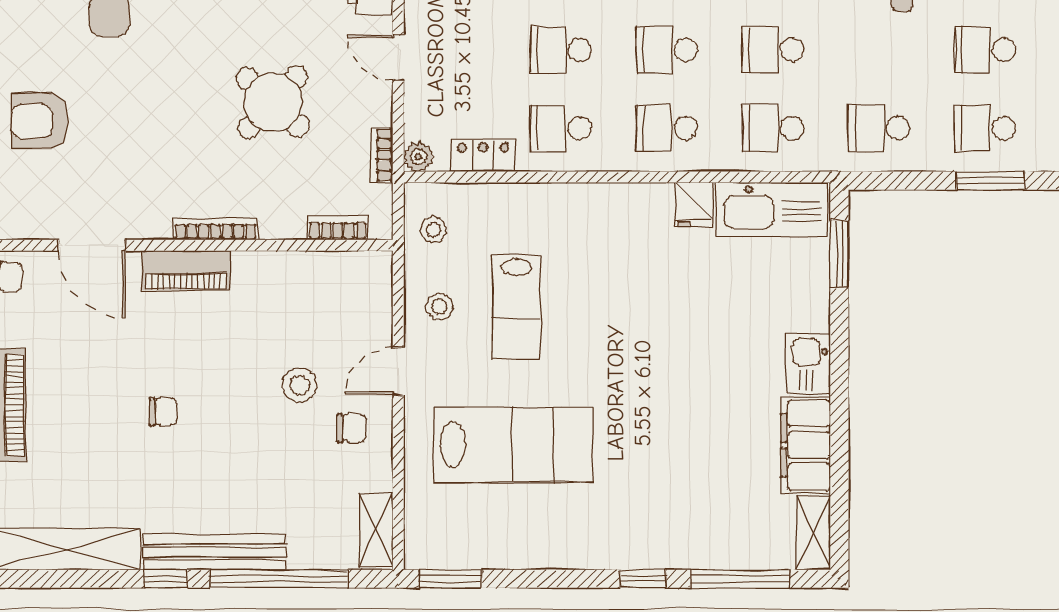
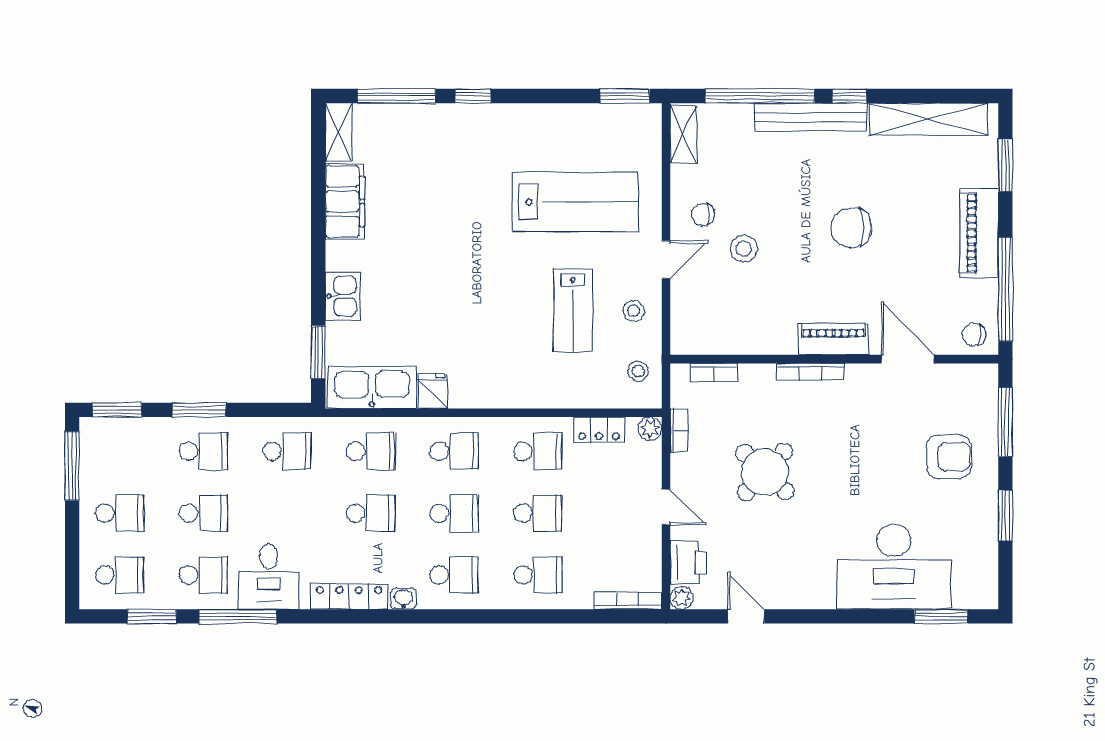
lab bench: (516, 307) -> (573, 310), turned 180
kitchen sink: (808, 364) -> (343, 296), moved
chair: (163, 412) -> (851, 228), width x1.87, depth x1.87
lab bench: (513, 444) -> (575, 202), turned 180

